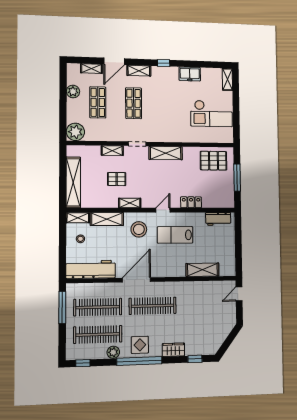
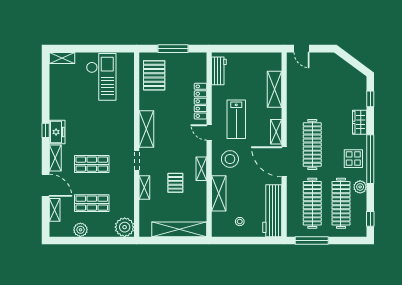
freezer: (190, 74) -> (57, 132), moved
locker: (191, 202) -> (201, 101), width x1.53
shelving: (78, 218) -> (276, 132), moved

